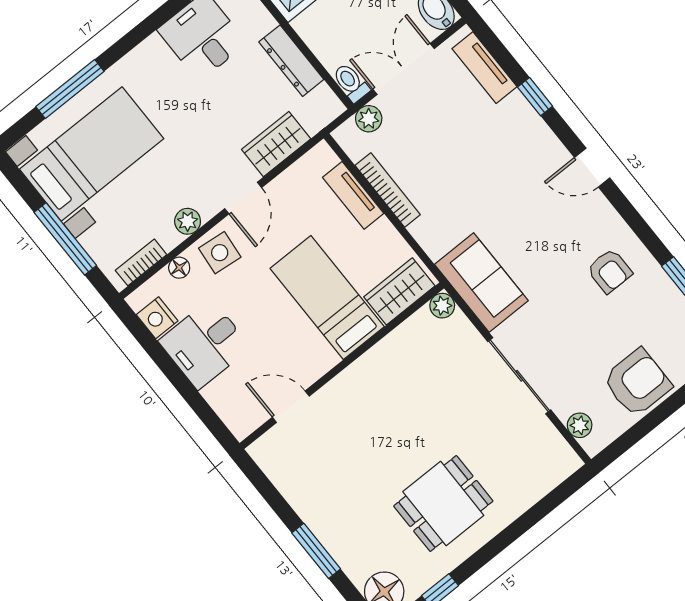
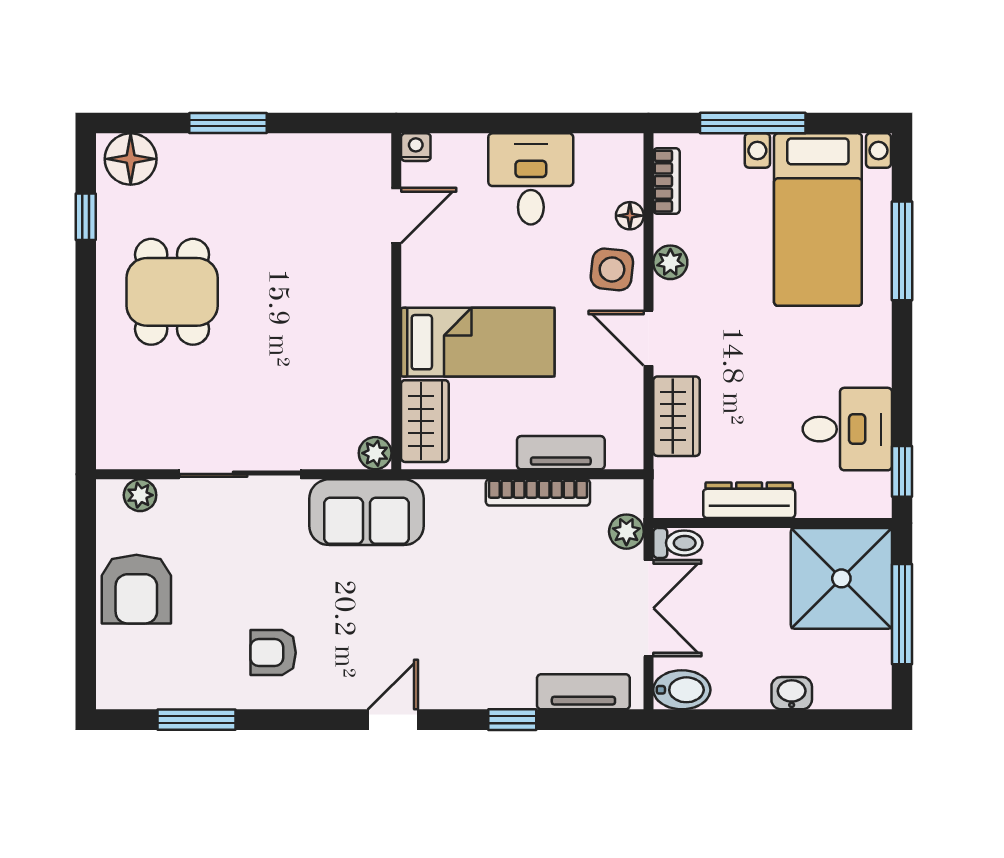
nightstand: (157, 318) -> (416, 147), moved, width x0.72, depth x0.74

